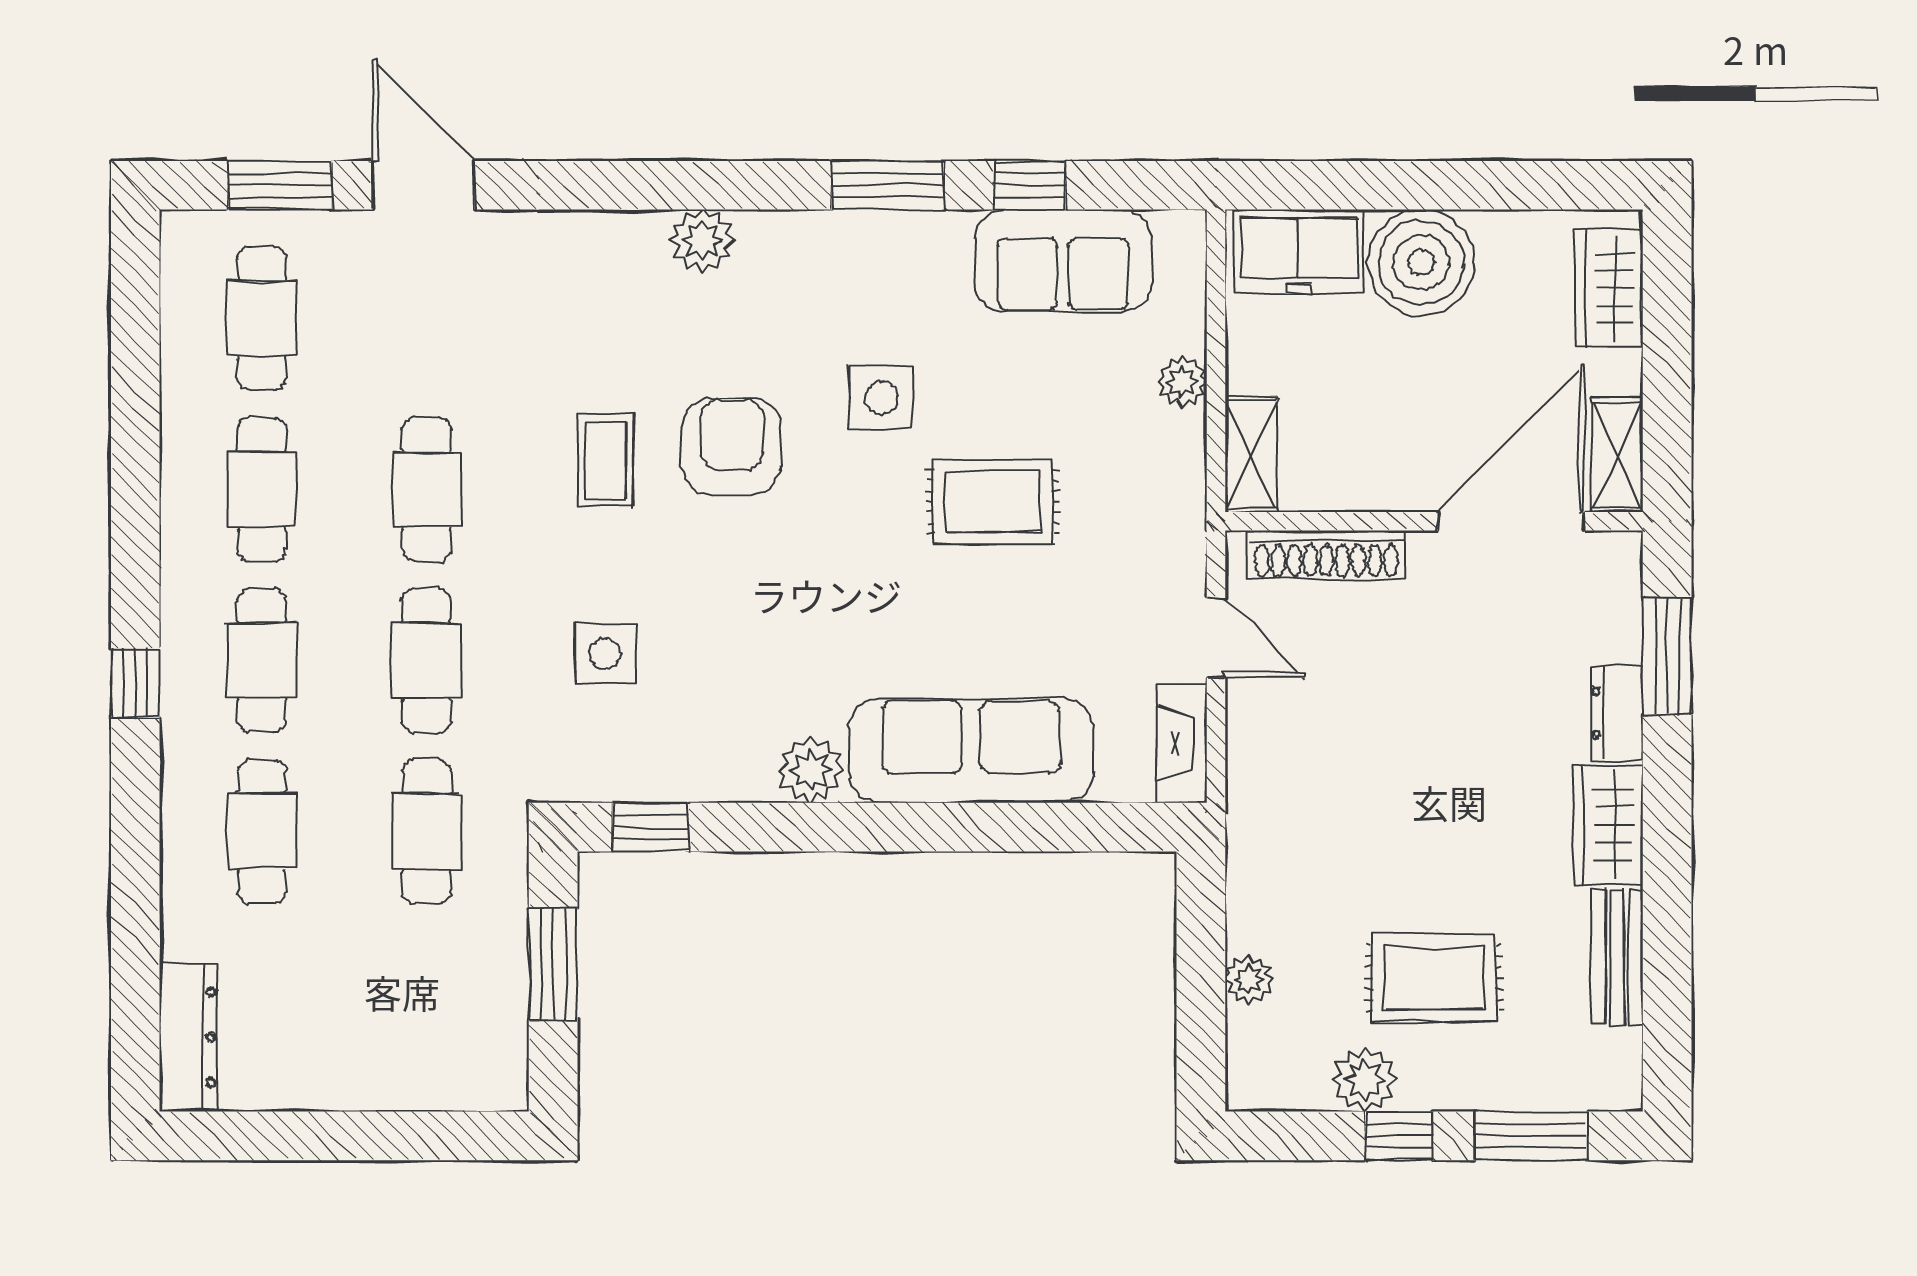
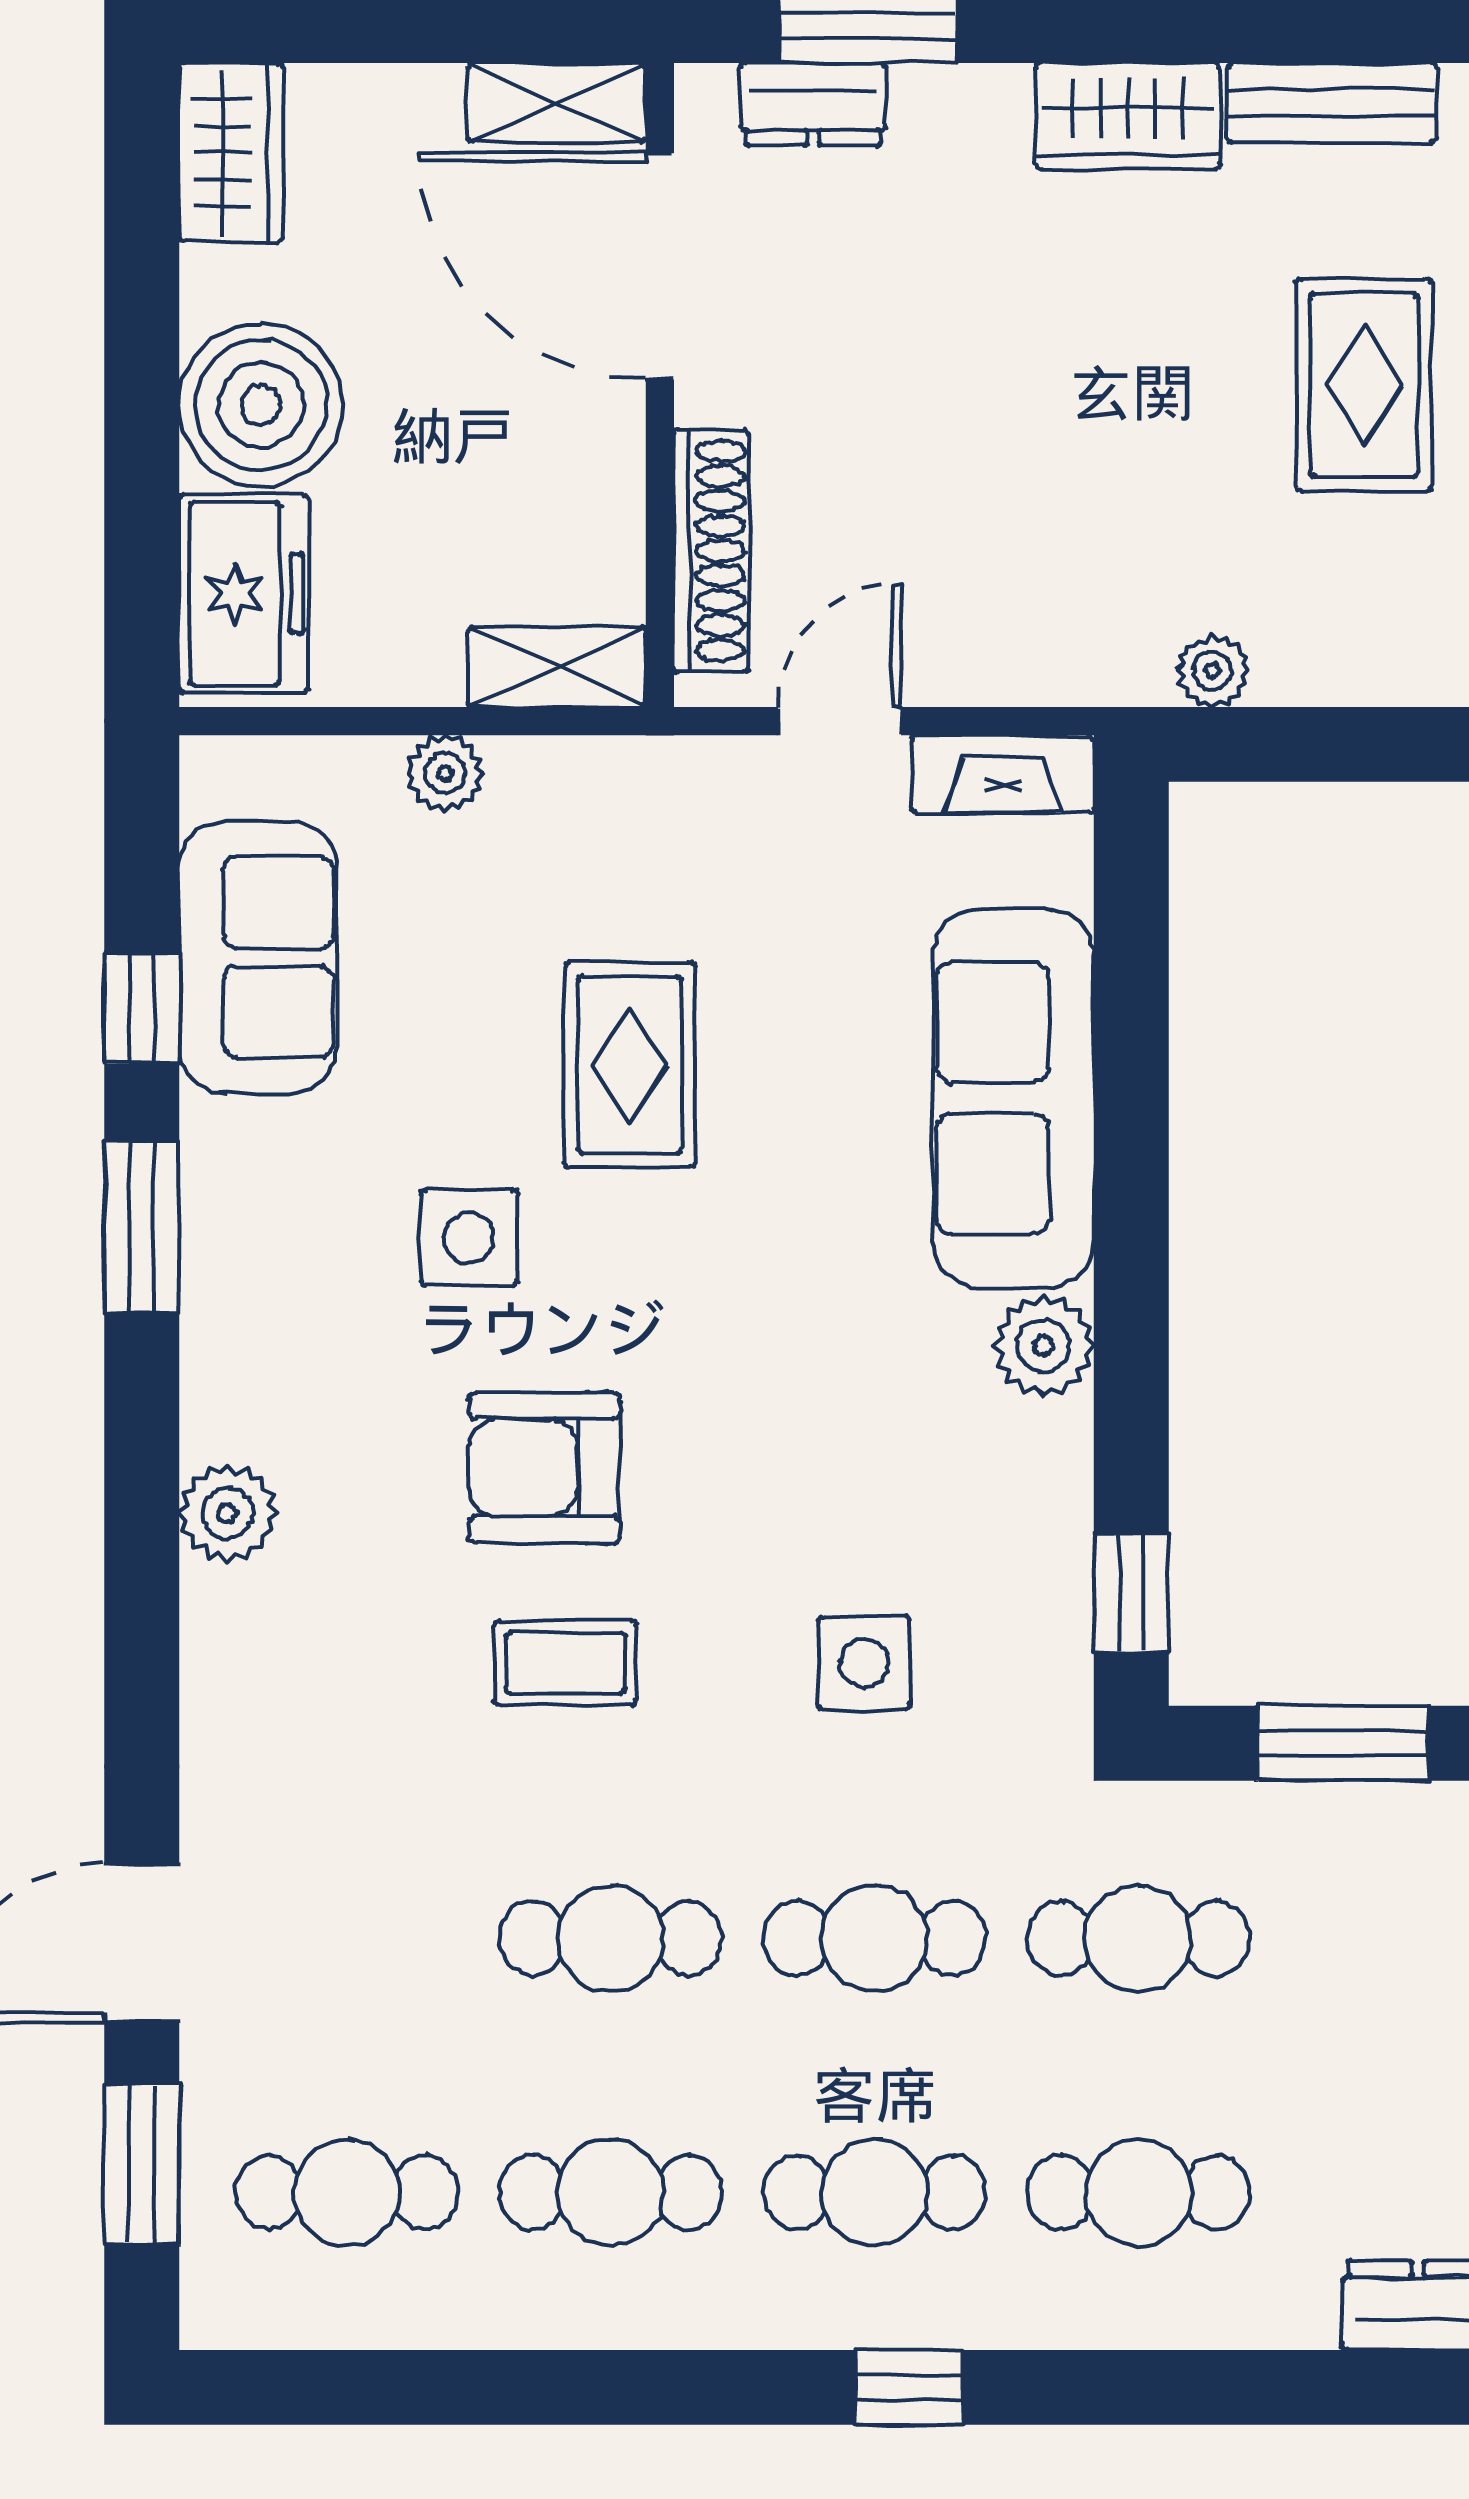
wardrobe: (1609, 288) -> (231, 152), moved, turned -90
dresser: (1616, 713) -> (813, 104), moved
plant: (1249, 979) -> (1213, 670), moved

